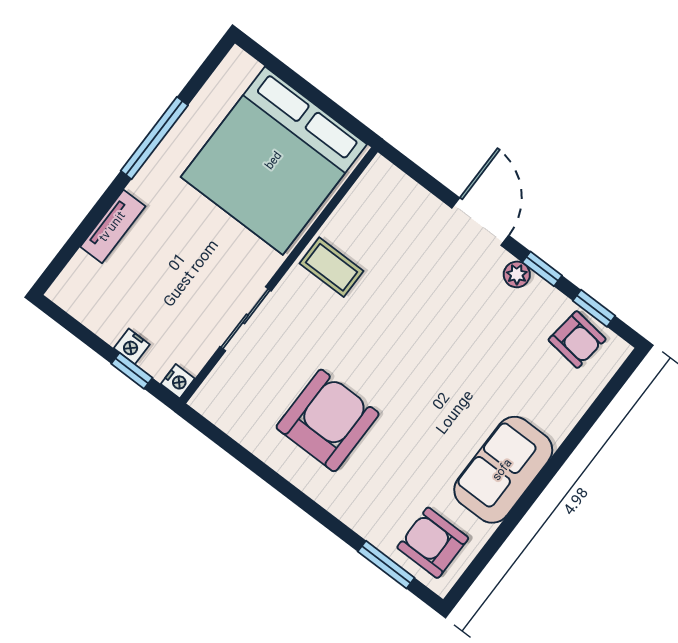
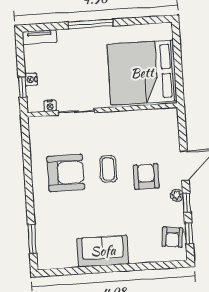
window: (154, 138) -> (91, 24), moved
tv unit: (113, 227) -> (40, 37), moved
coffee table: (332, 267) -> (108, 169), moved
nightstand: (178, 381) -> (50, 106), moved
armchair: (433, 543) -> (146, 177), moved

